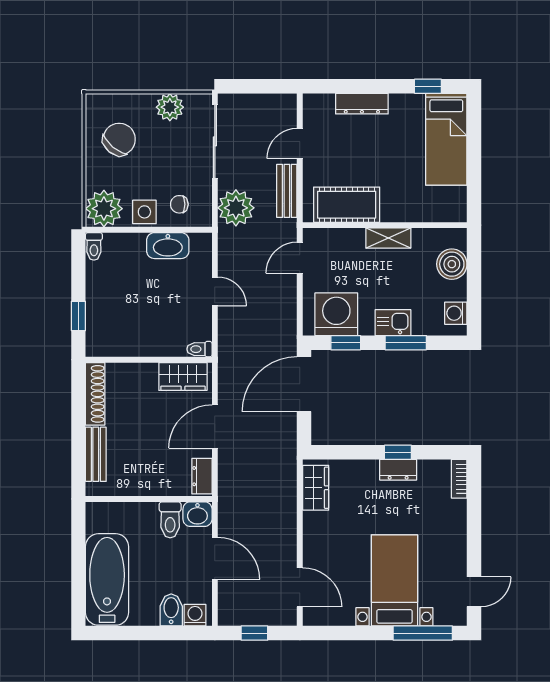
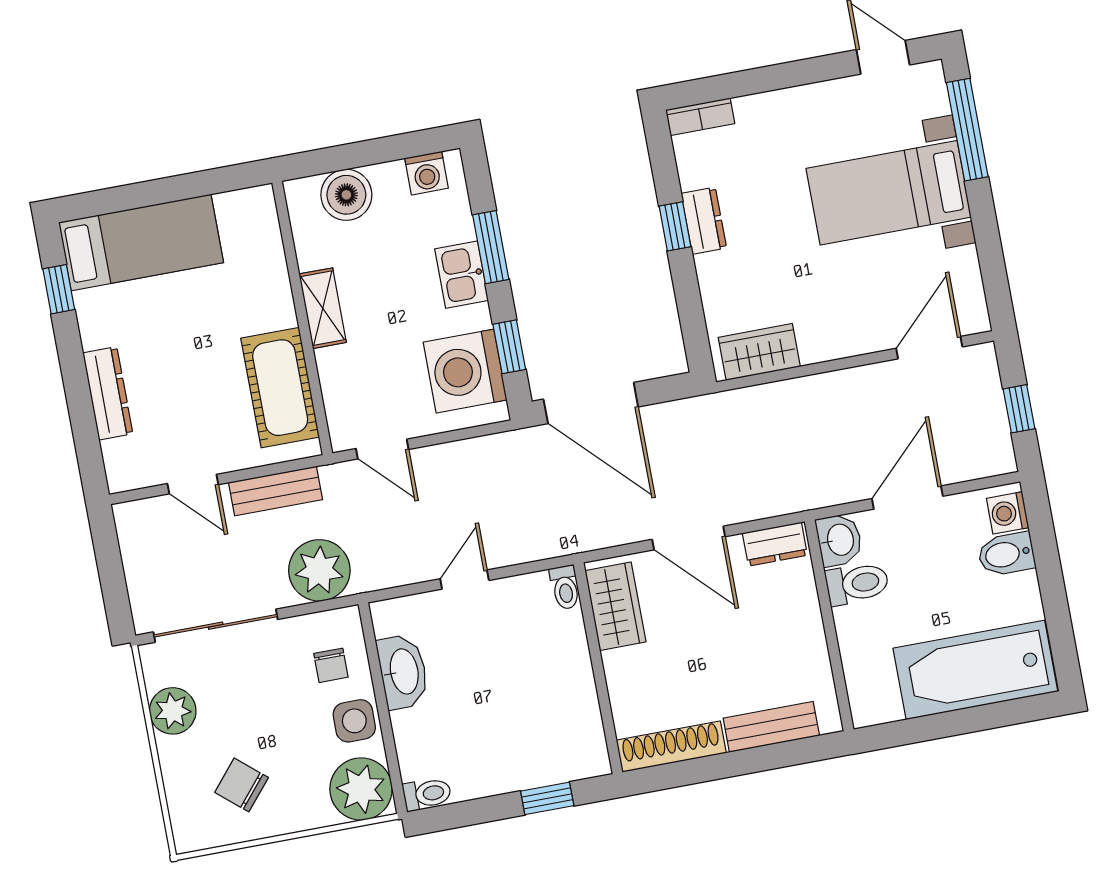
chair: (119, 139) -> (242, 785), width x0.73, depth x0.73

